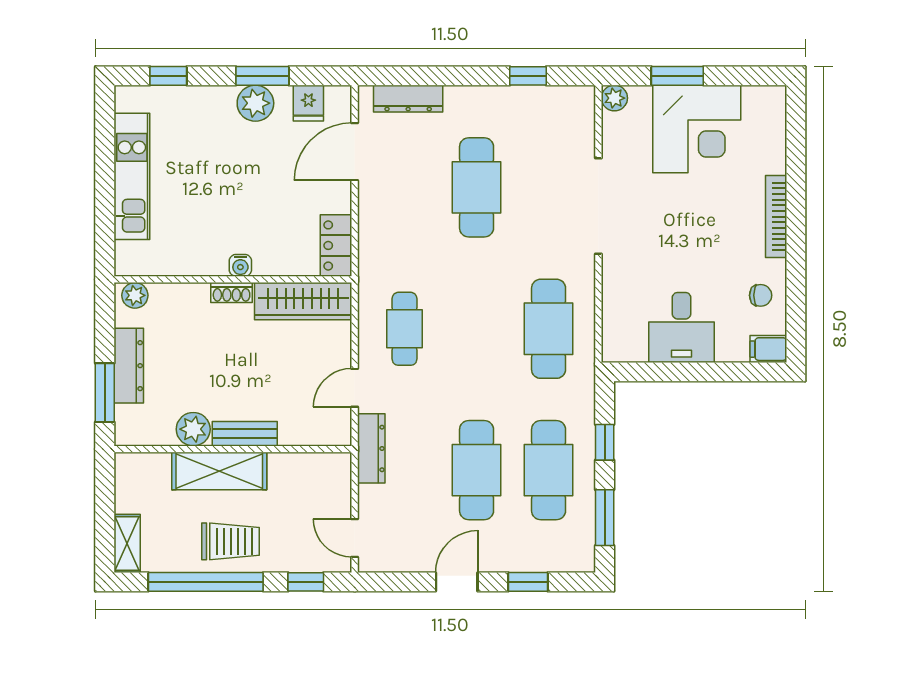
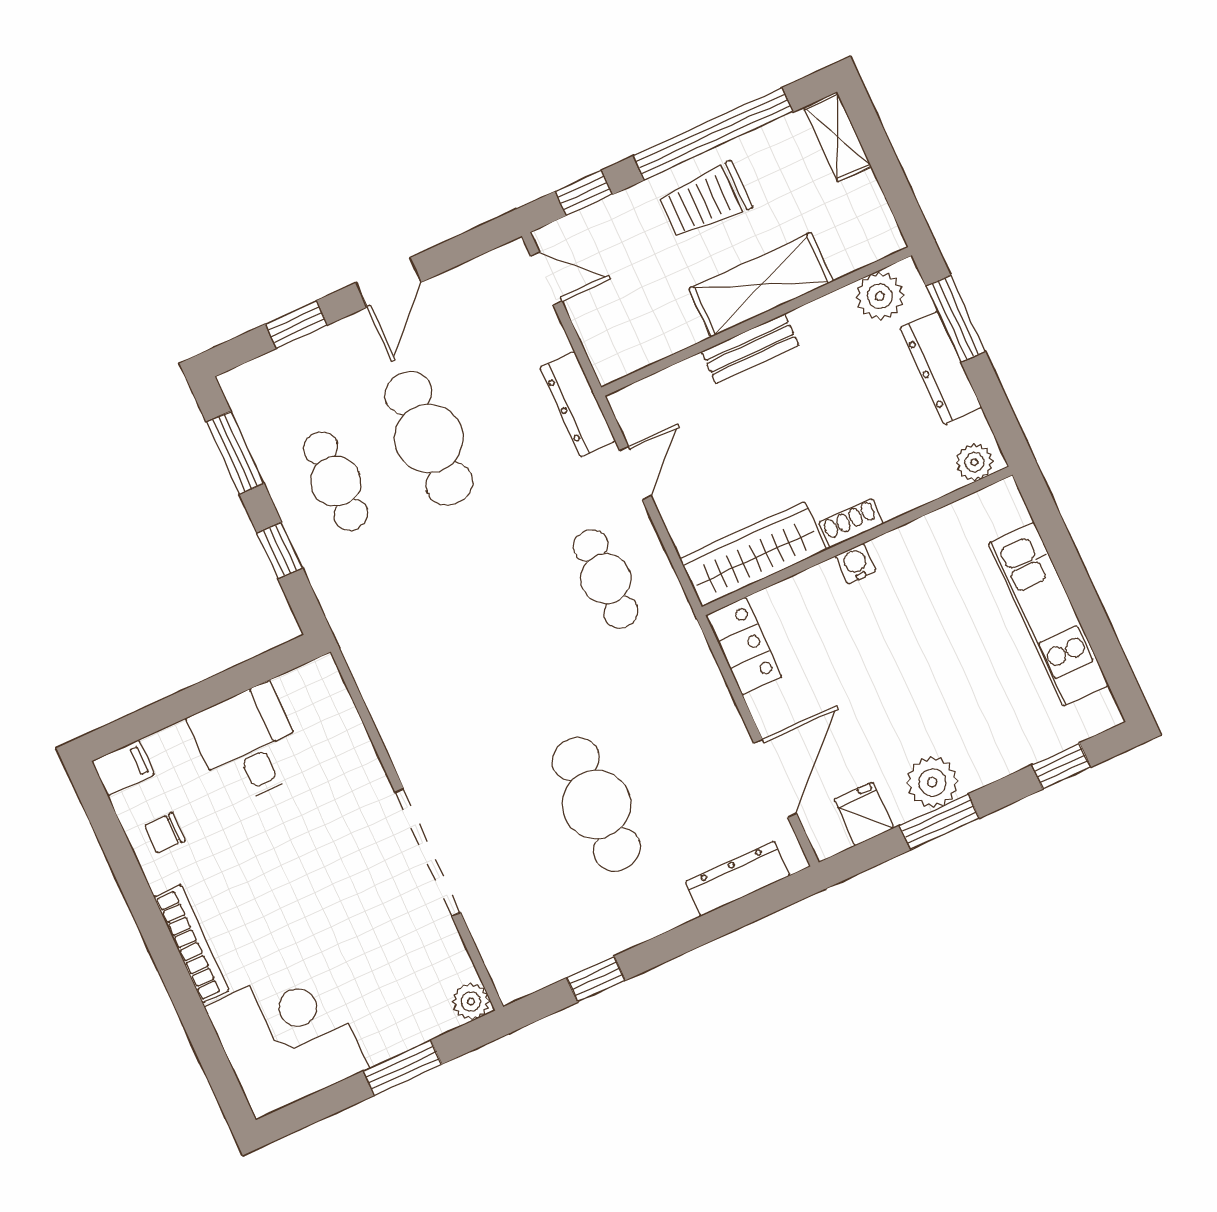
corner desk: (697, 129) -> (287, 1037), moved, turned 90
cafe table: (549, 329) -> (419, 664), removed
plant: (193, 429) -> (880, 296), moved
cafe table: (549, 470) -> (336, 481), width x0.73, depth x0.74

